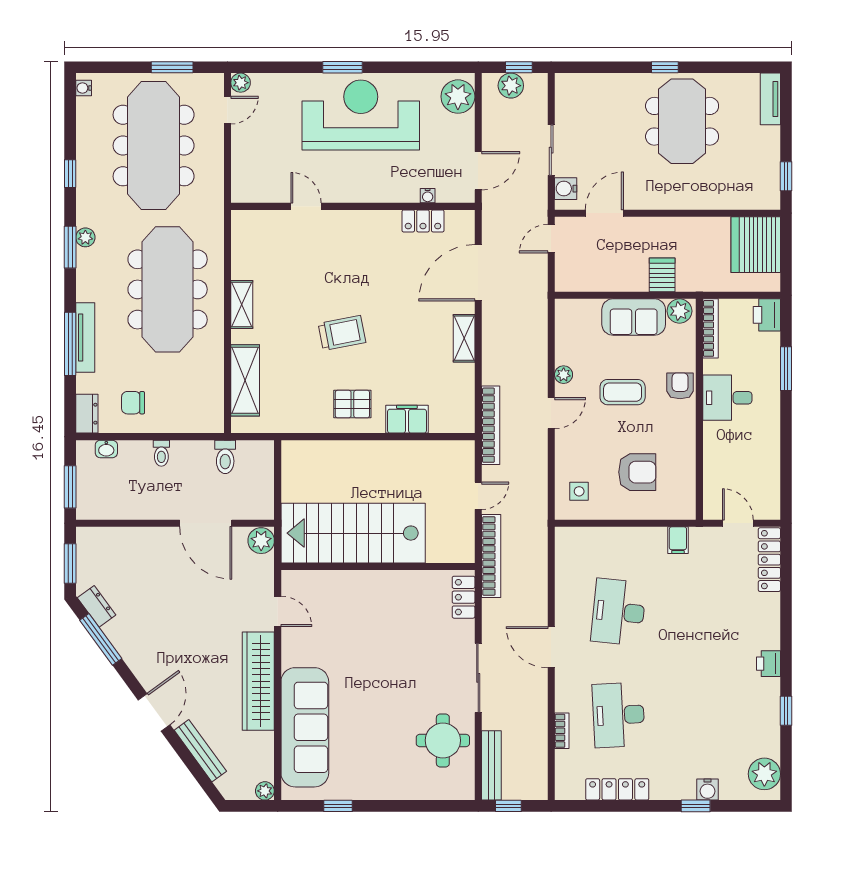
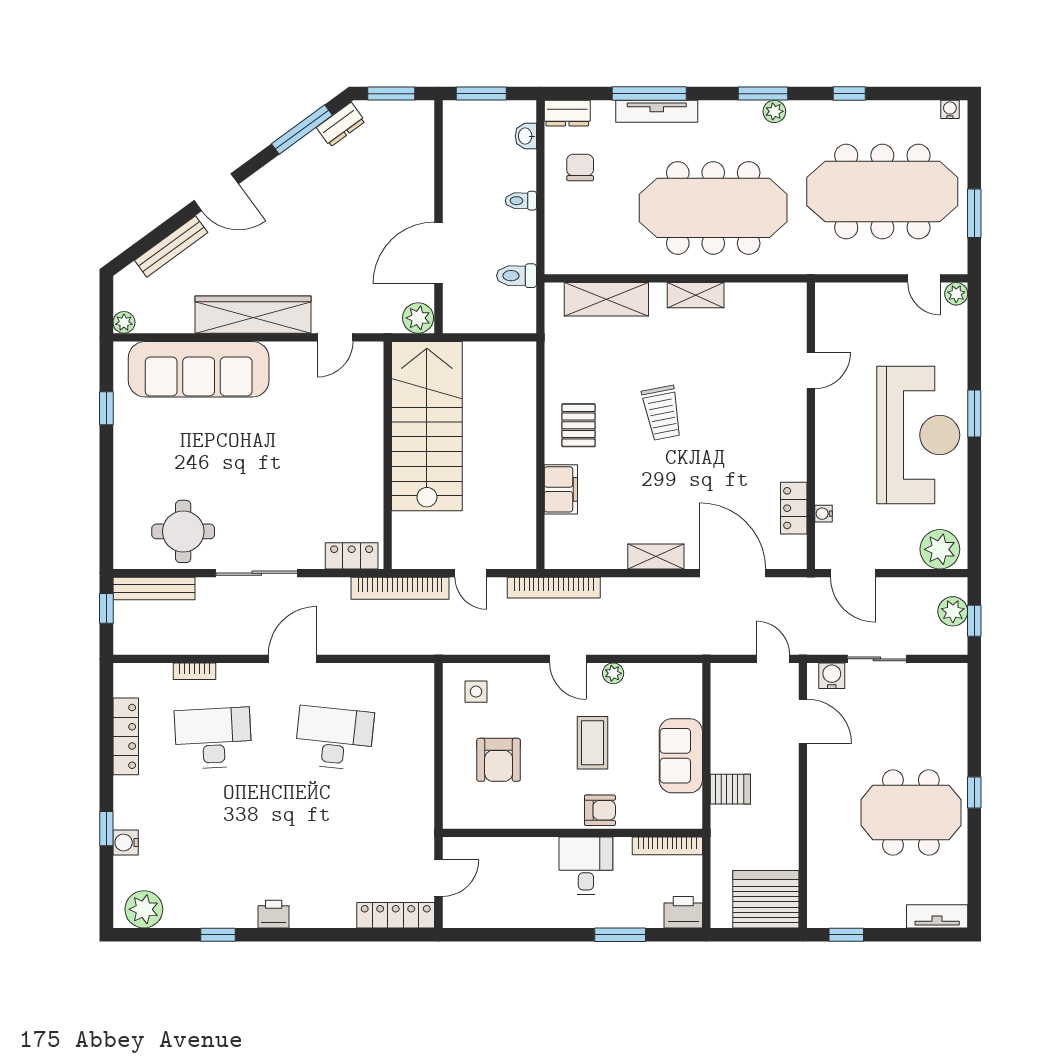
plant: (679, 311) -> (688, 810), removed
filing cabinet: (678, 540) -> (419, 808), removed

